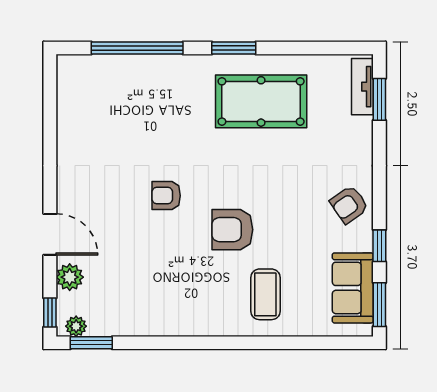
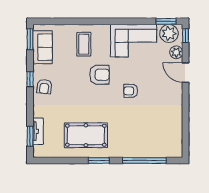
tv unit: (362, 87) -> (38, 131), moved
armchair: (166, 196) -> (131, 91), turned 180
armchair: (349, 205) -> (44, 87), turned 132
window: (379, 246) -> (30, 79), moved
corner sofa: (160, 302) -> (134, 41), added
plant: (76, 326) -> (169, 33), width x1.88, depth x1.88

